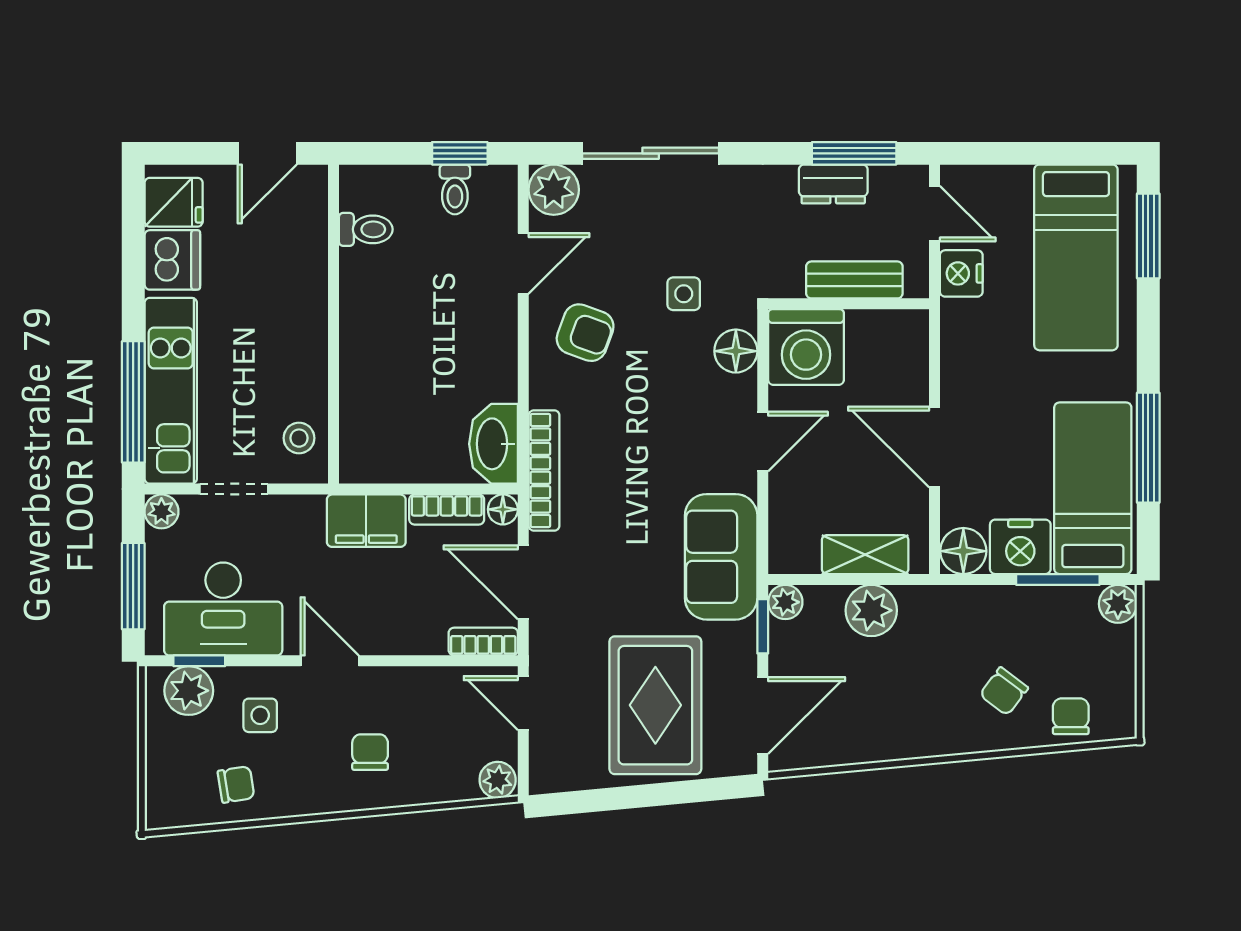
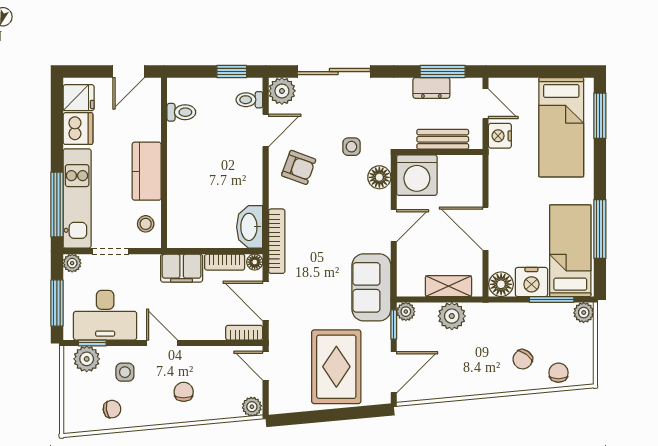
toilet: (455, 189) -> (249, 100), moved, turned 90
kitchen counter: (301, 340) -> (147, 171), added

